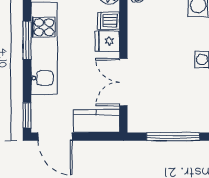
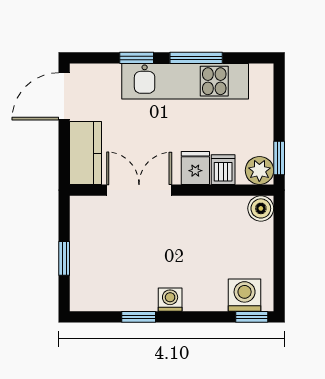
window: (27, 115) -> (137, 58), moved
window: (173, 137) -> (64, 258), width x0.46

